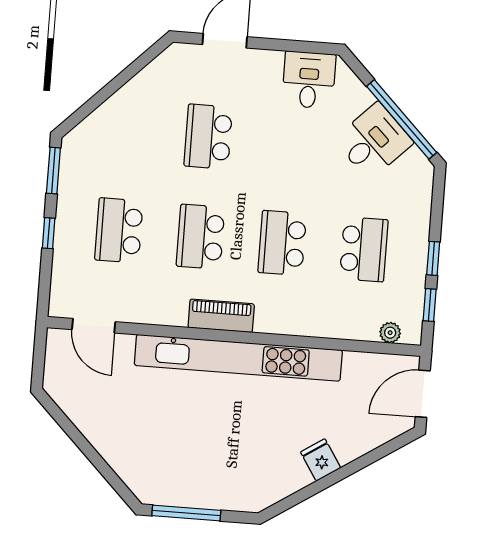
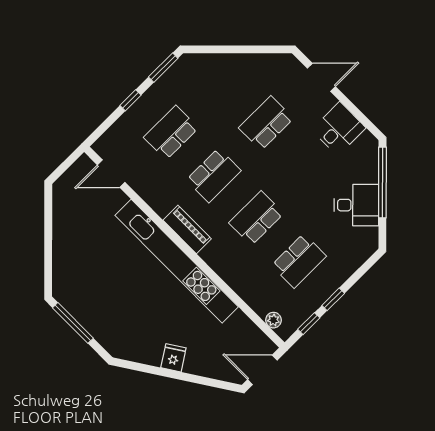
desk: (309, 80) -> (339, 129), moved
window: (402, 119) -> (382, 182), moved
school desk: (201, 237) -> (214, 175), turned 180
door: (94, 326) -> (111, 174), hinge flipped

